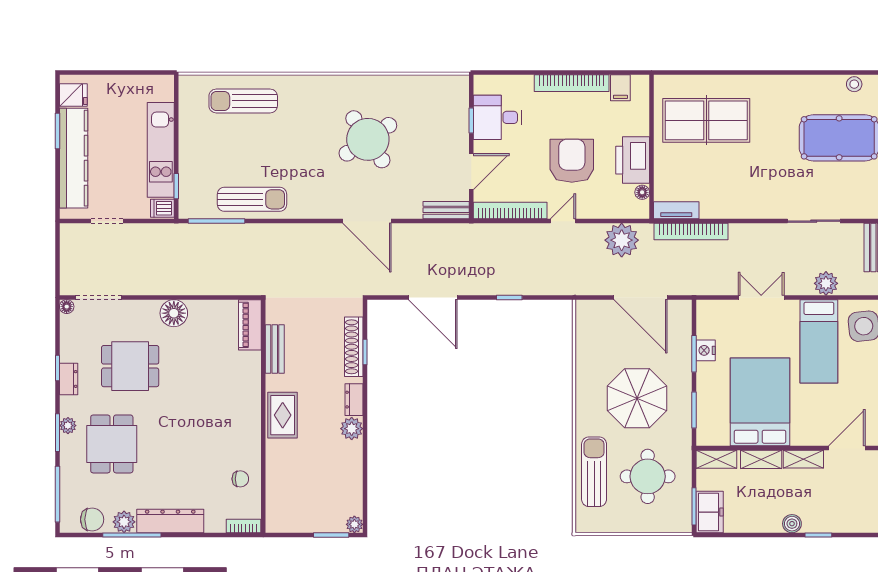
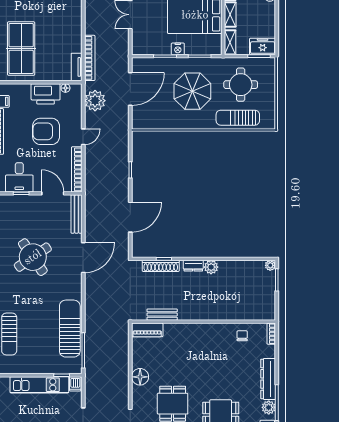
sun lounger: (252, 199) -> (70, 329), width x1.36, depth x1.34
bench: (446, 210) -> (77, 214), width x1.36
door: (563, 221) -> (83, 137), swing flipped
nightstand: (706, 350) -> (178, 49), moved
rug: (283, 415) -> (203, 310), removed

